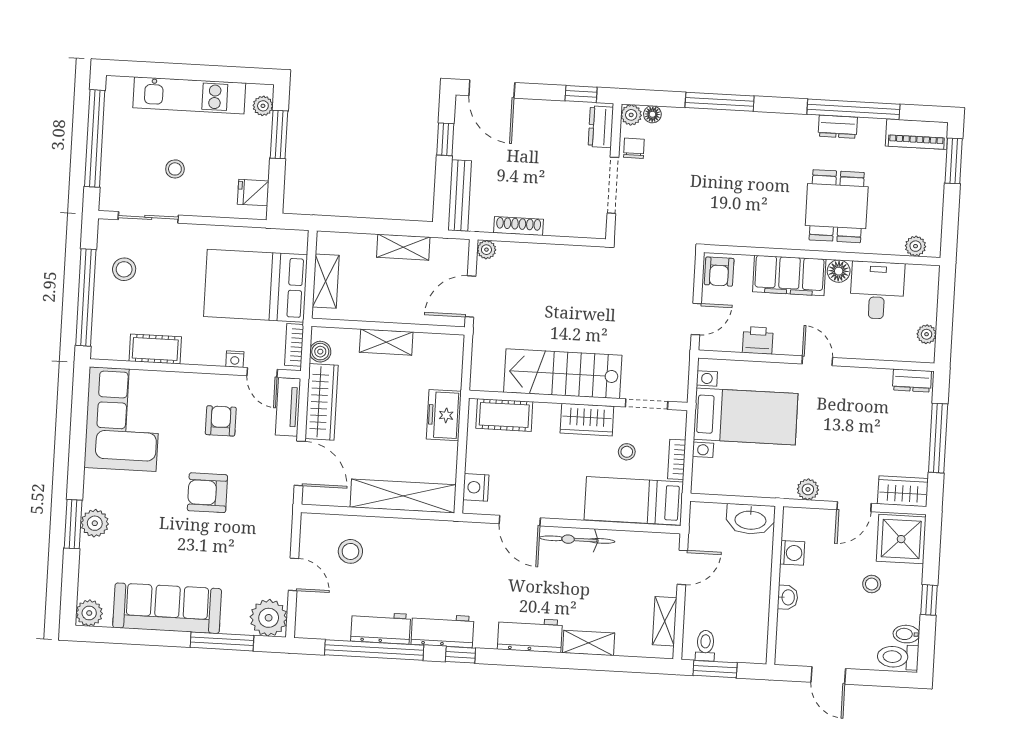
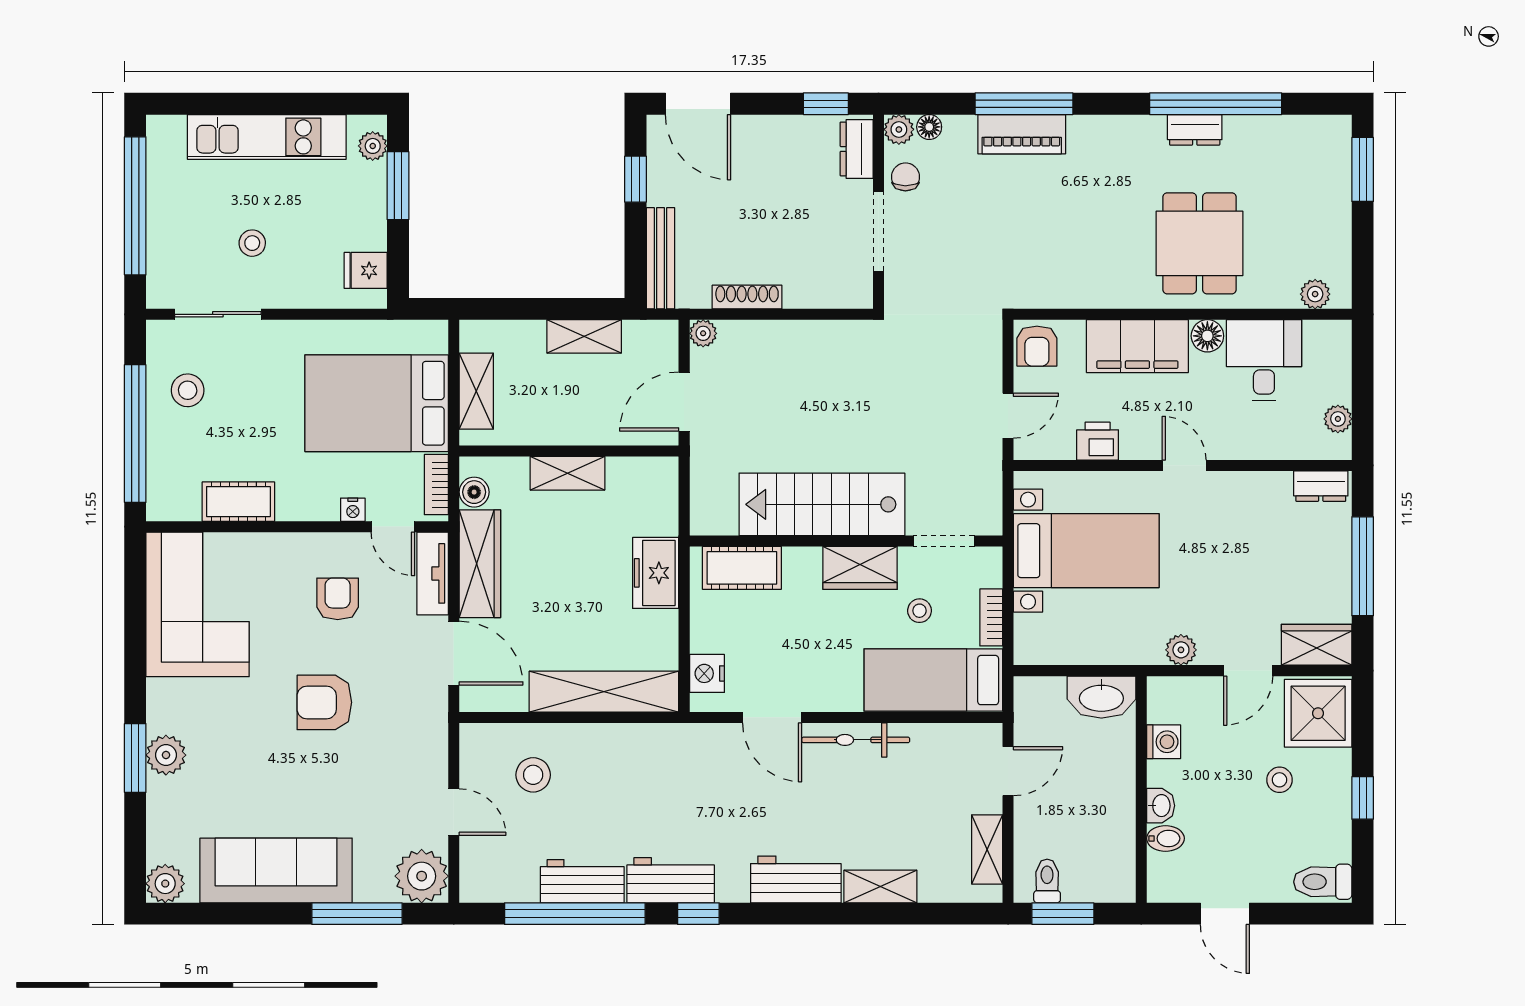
piano: (917, 134) -> (1022, 134), moved
bidet: (906, 634) -> (1165, 838), moved, turned 180

